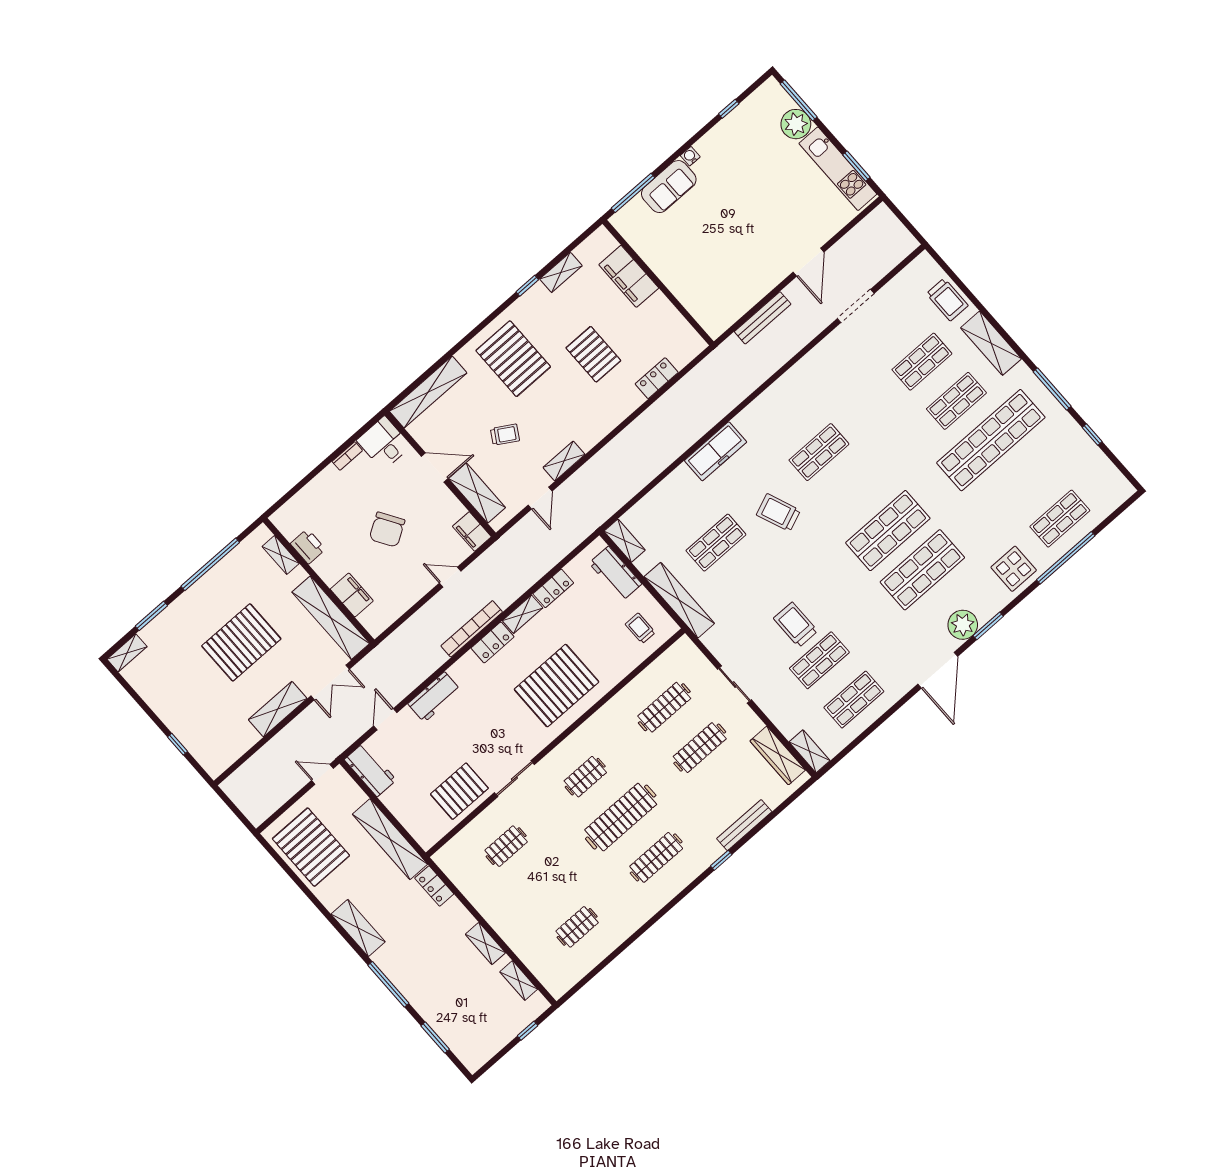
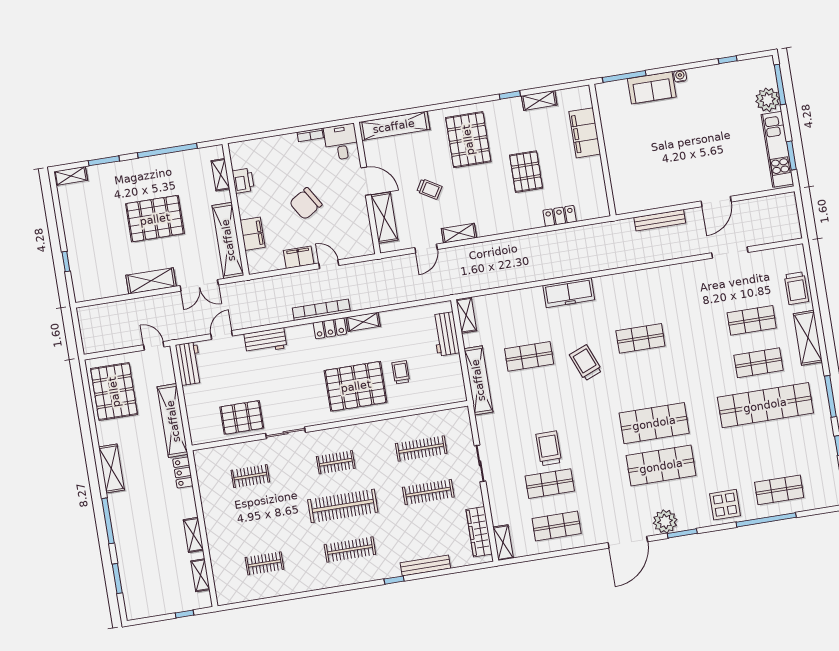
filing cabinet: (472, 531) -> (299, 257), moved, turned 90
locker: (553, 588) -> (396, 317), removed
trolley: (640, 628) -> (401, 372), moved

